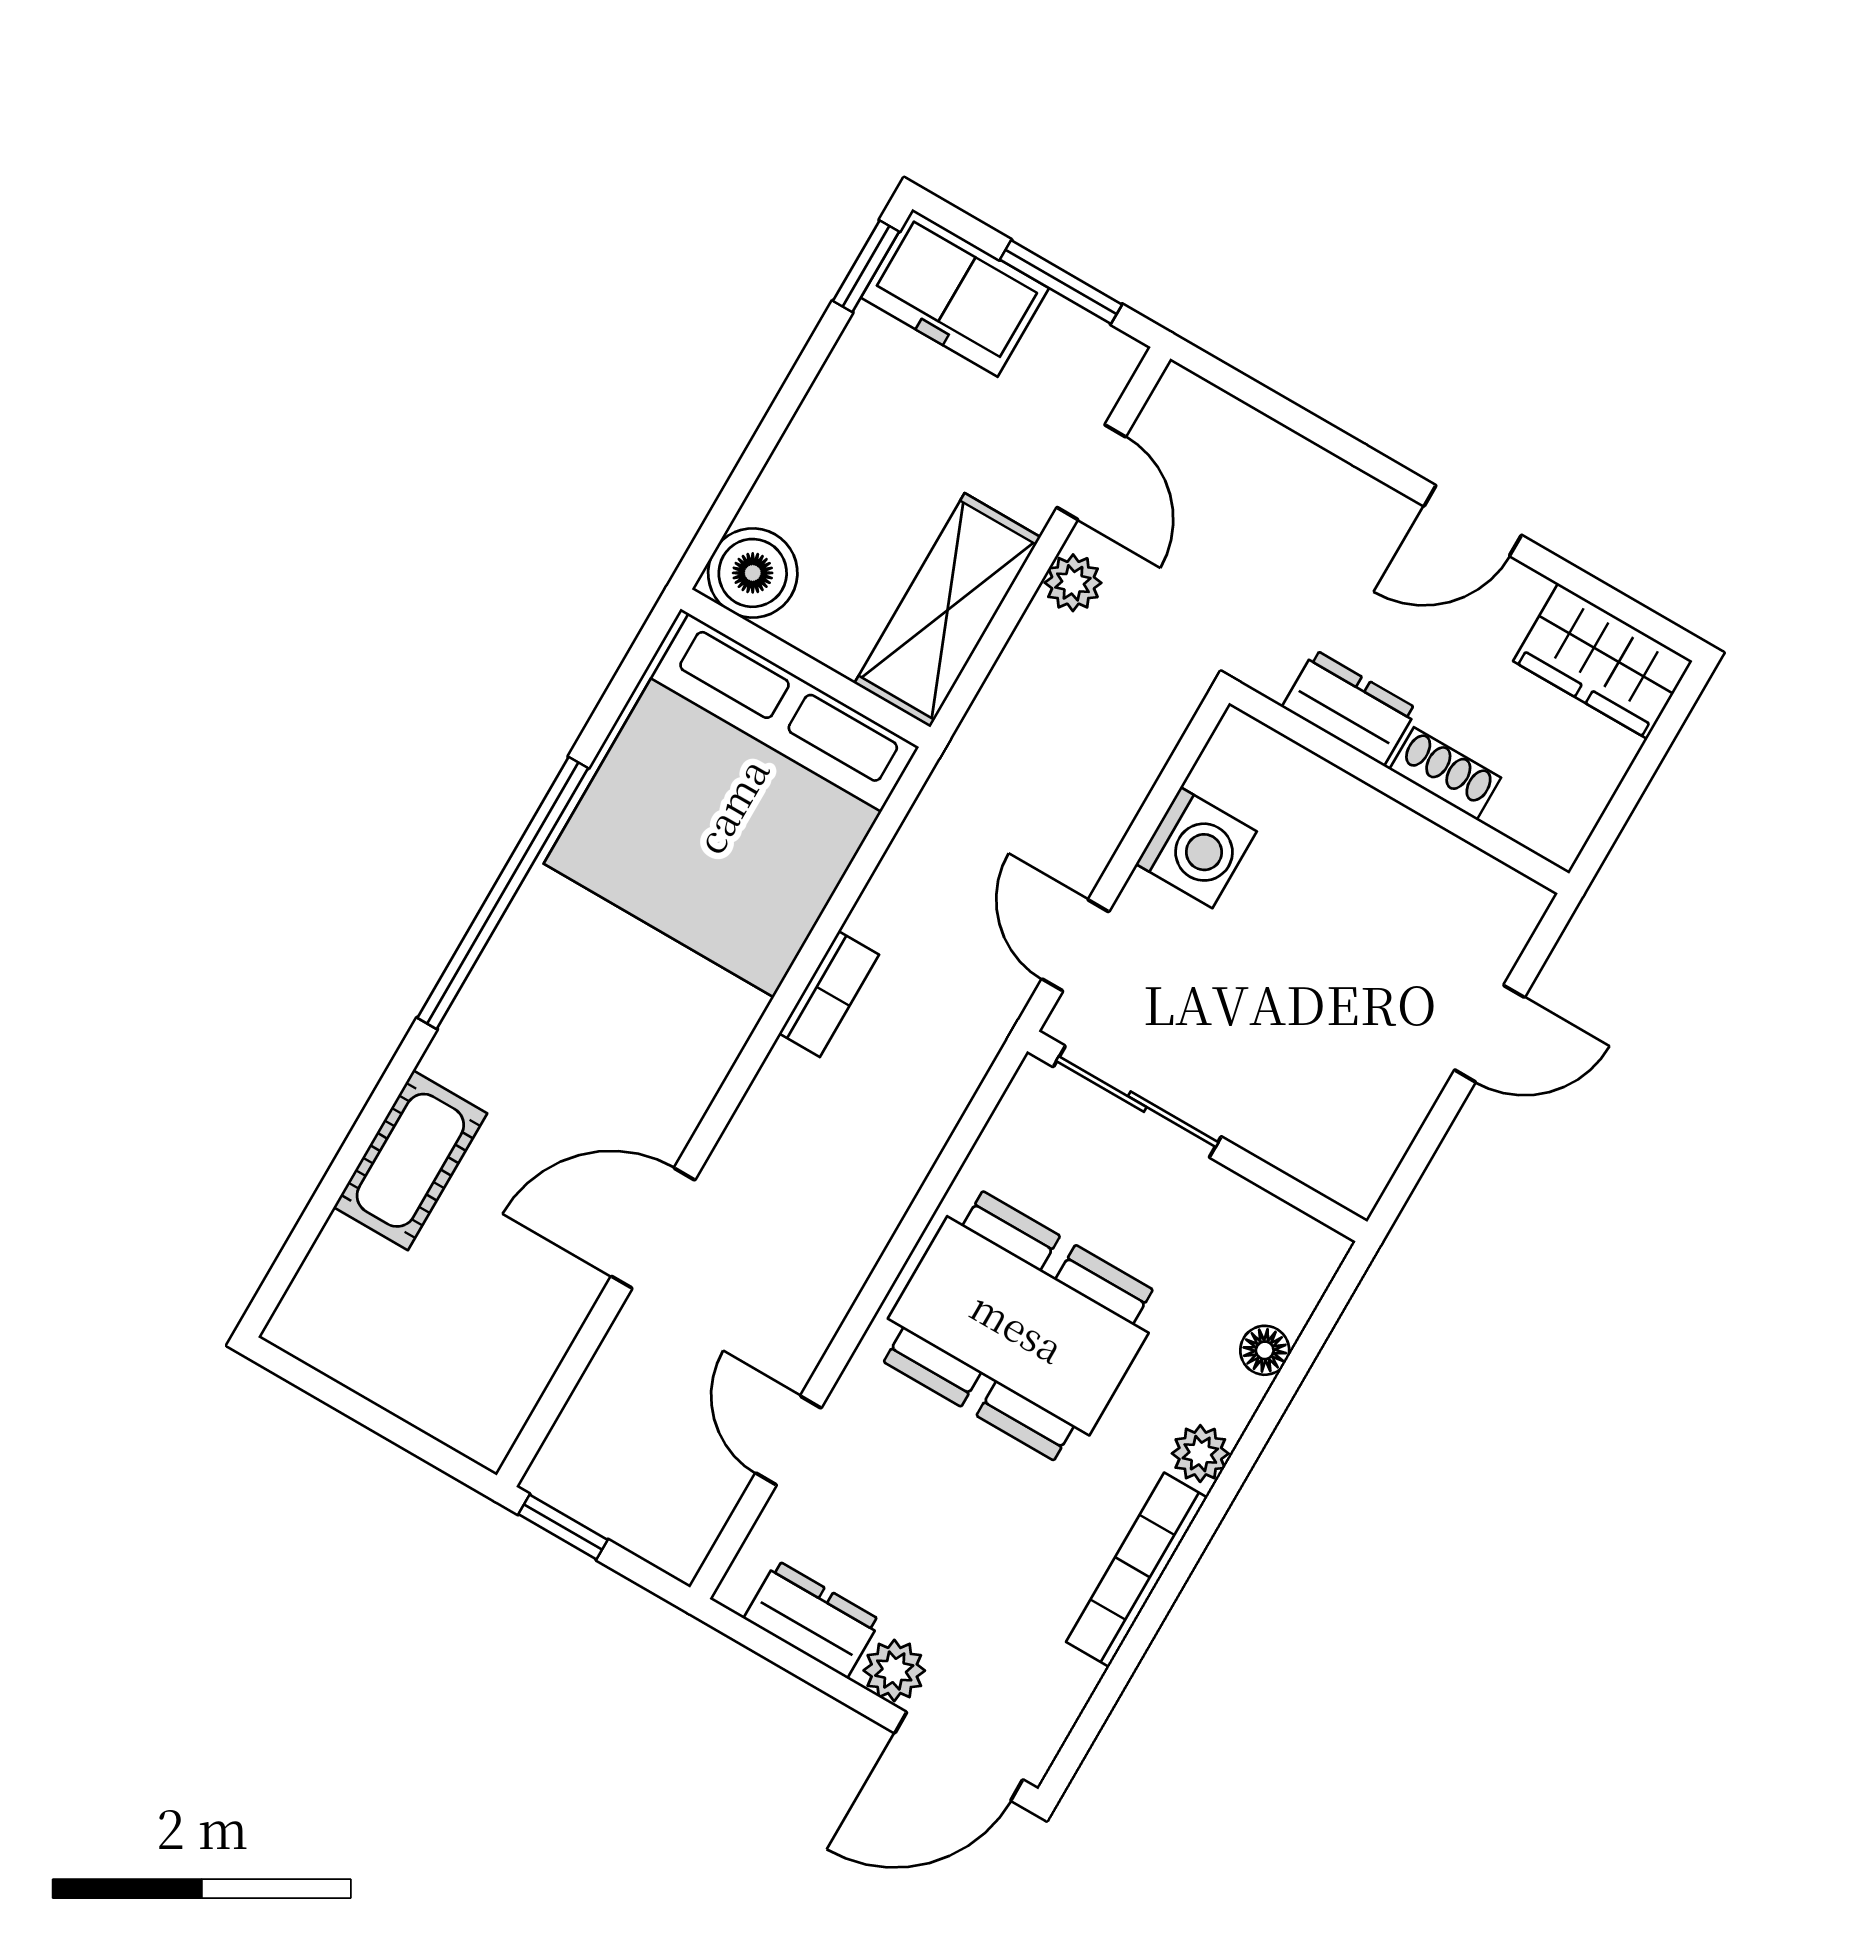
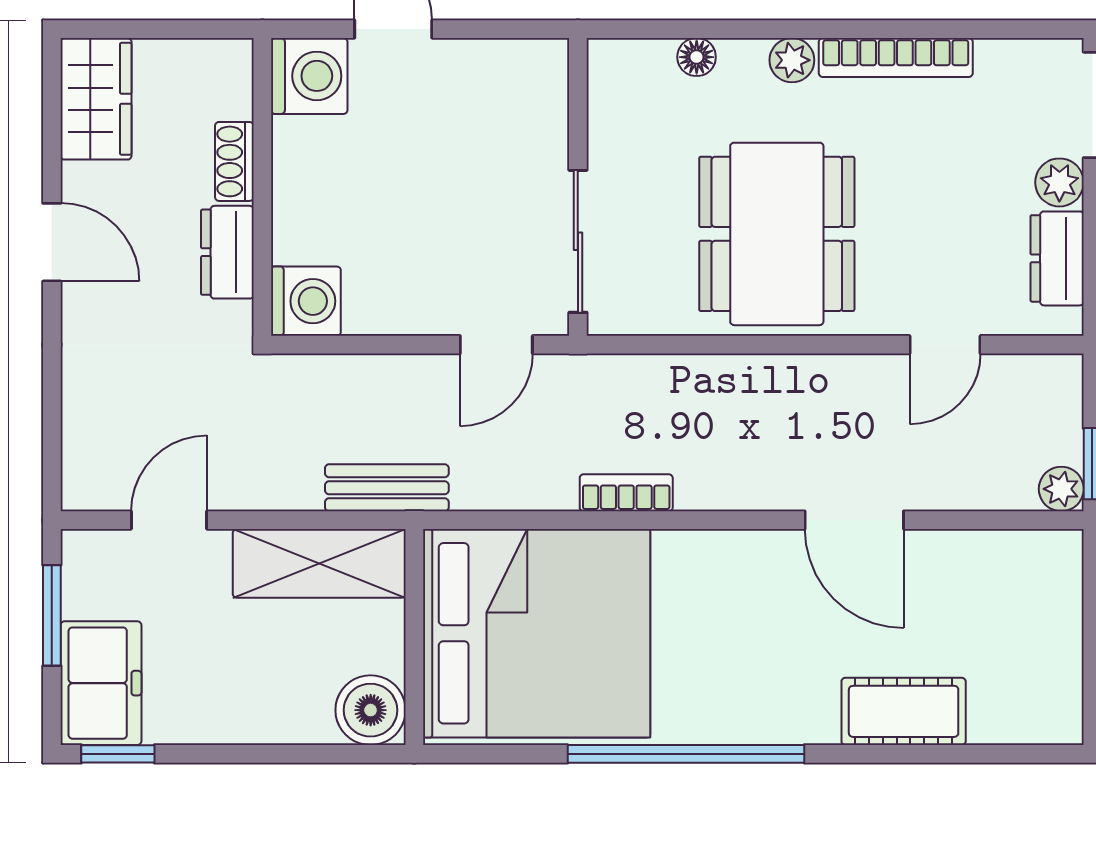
plant: (1073, 583) -> (1061, 489), moved
bench: (988, 733) -> (387, 488), added
washing machine: (1196, 848) -> (306, 301), moved, turned 90
washing machine: (1492, 911) -> (309, 76), added

